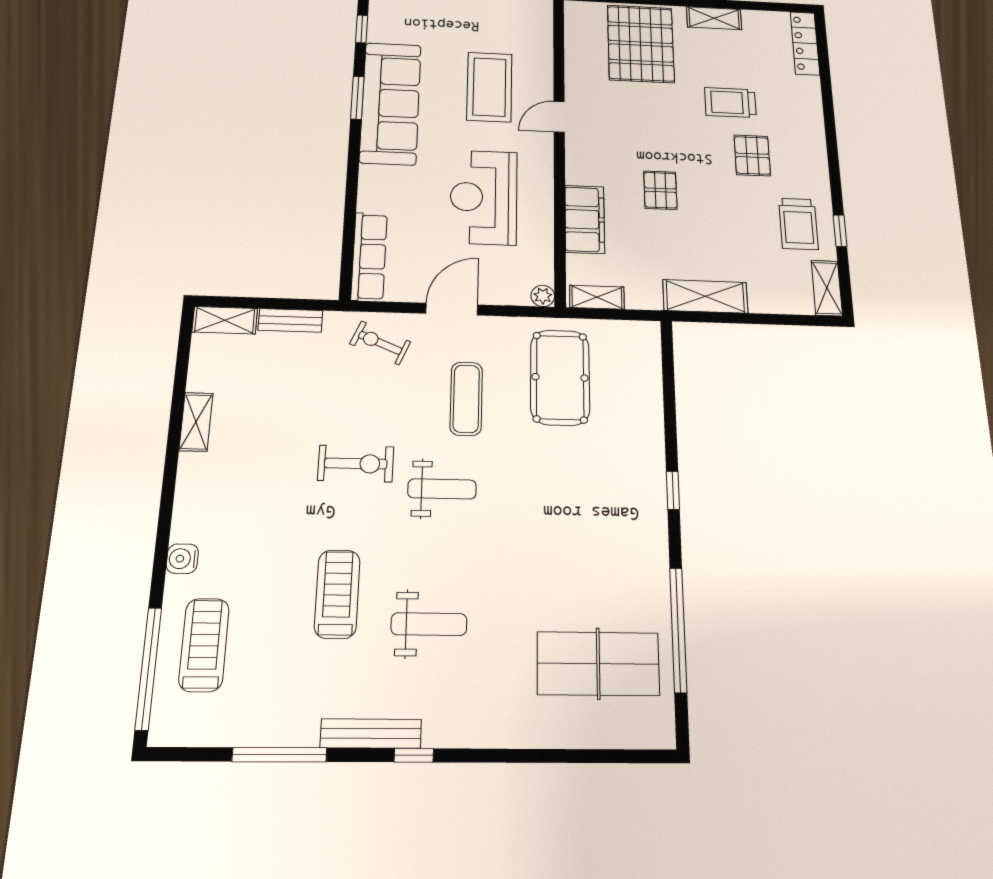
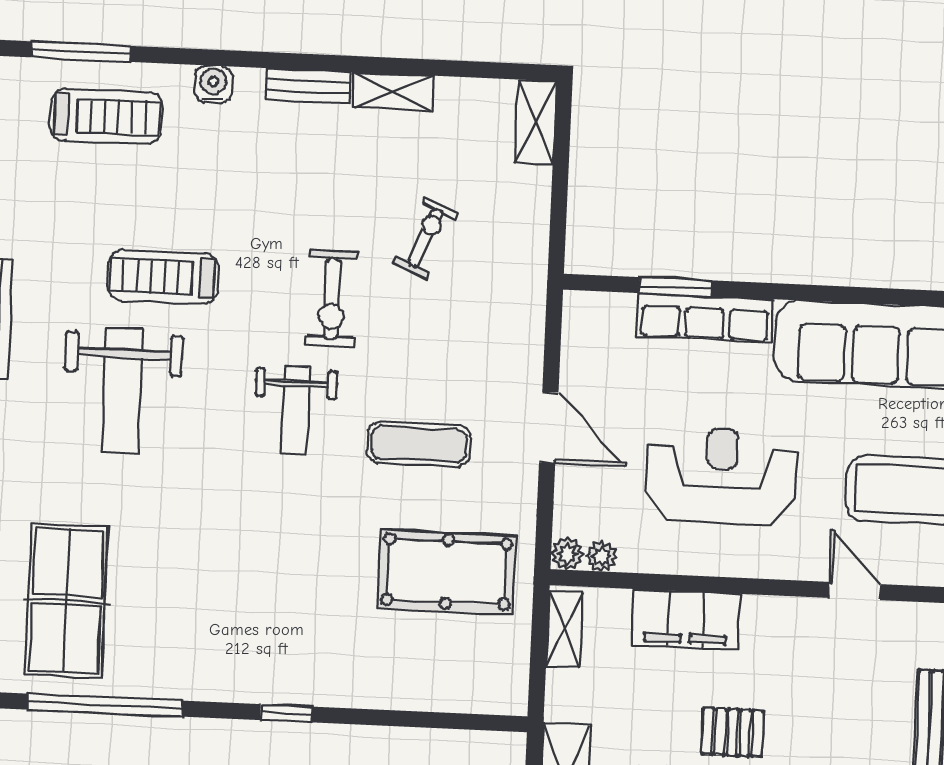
window: (357, 98) -> (676, 287), moved
row of seats: (369, 256) -> (705, 318), moved
plant: (544, 273) -> (602, 556), added
bench: (290, 320) -> (308, 86), moved, turned 90
exercise bike: (380, 343) -> (426, 238), moved
treadmill: (337, 594) -> (163, 277), turned 180
weight bench: (429, 624) -> (122, 391), width x1.36, depth x1.33
window: (148, 668) -> (81, 52), width x0.68

